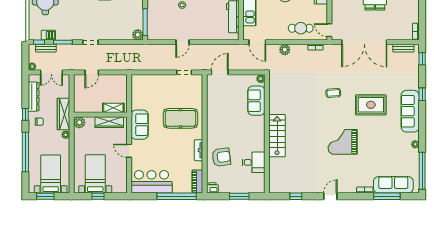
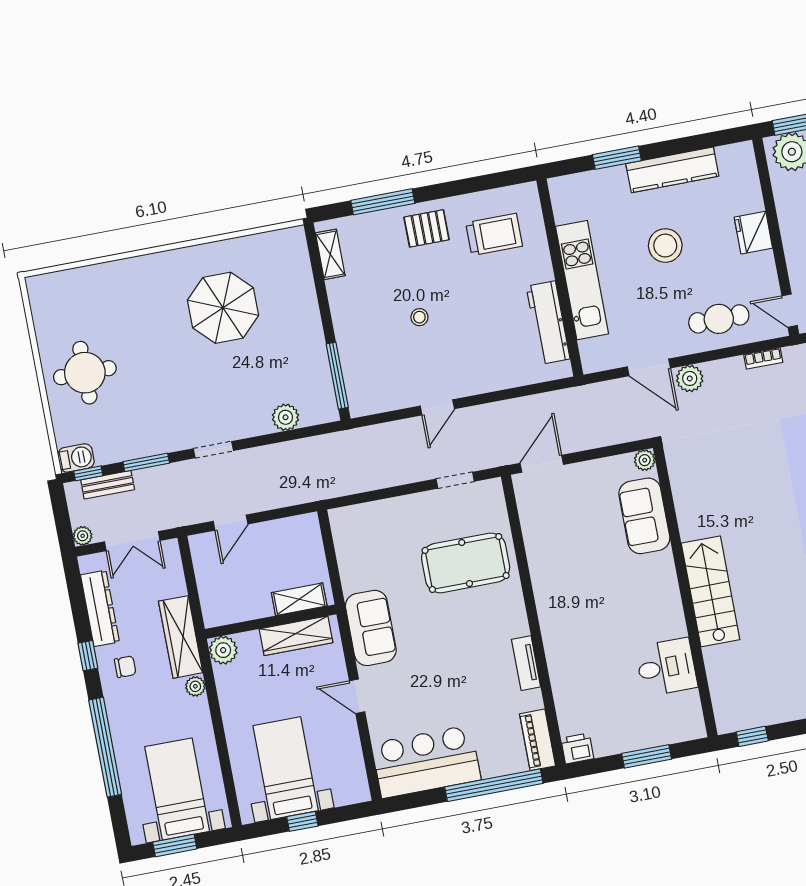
barbecue: (48, 35) -> (76, 458), moved
plant: (138, 35) -> (286, 417), moved
door: (257, 42) -> (649, 367), moved
pool table: (180, 118) -> (466, 563), moved
armchair: (221, 157) -> (585, 669), removed
window: (296, 196) -> (752, 736), moved

